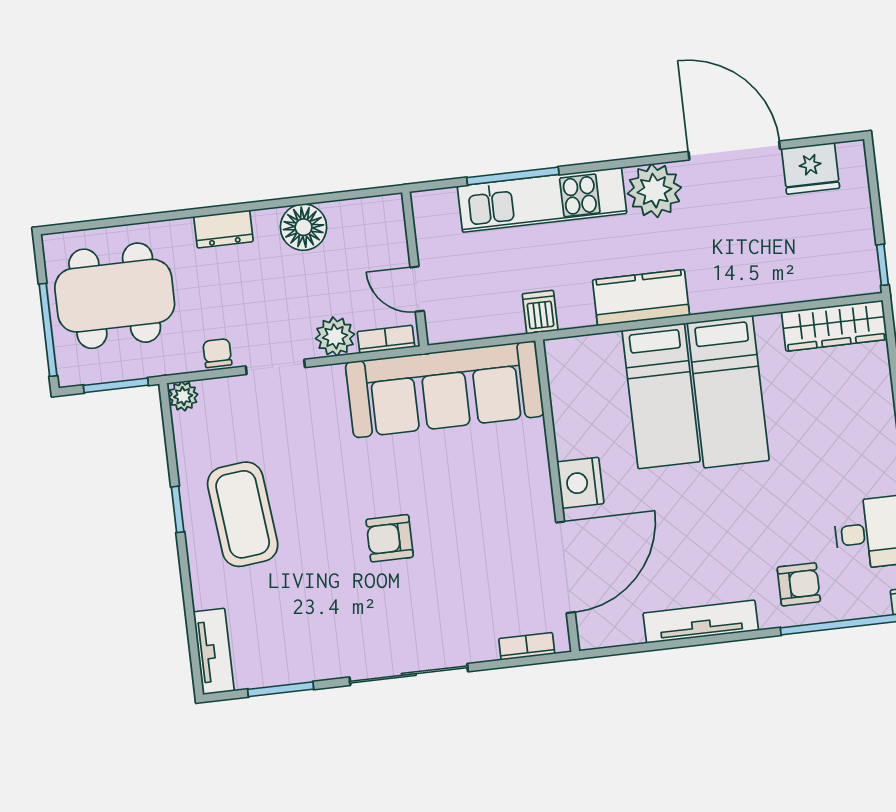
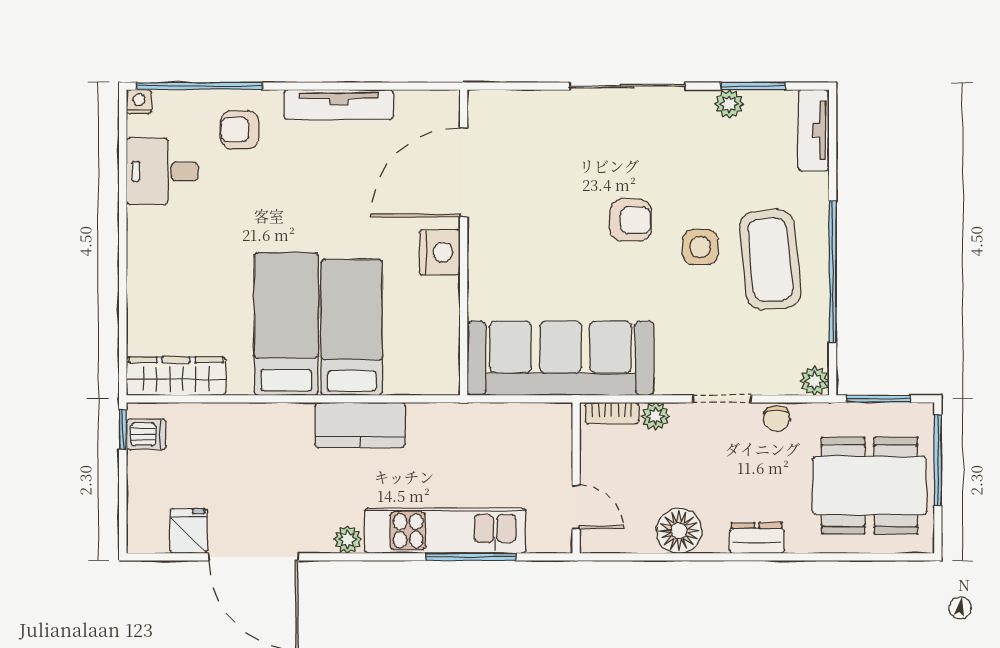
fridge: (811, 168) -> (189, 531), width x0.72
plant: (654, 191) -> (348, 539), width x0.53, depth x0.53
door: (417, 289) -> (576, 507), moved
dishwasher: (540, 312) -> (146, 434), moved, turned -90
plant: (335, 336) -> (656, 416), width x0.73, depth x0.73
window: (178, 509) -> (833, 272), width x3.17
side table: (316, 519) -> (700, 247), added
bookcase: (527, 646) -> (510, 100), removed
plant: (303, 668) -> (729, 104), added

